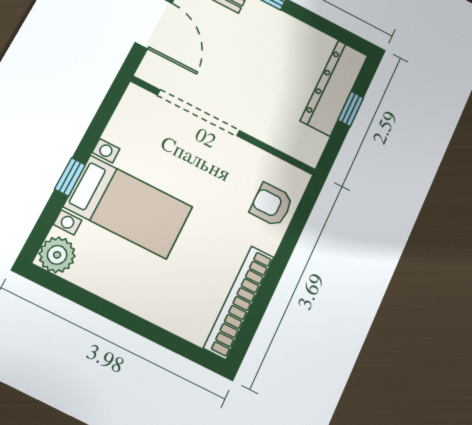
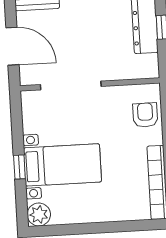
armchair: (272, 205) -> (145, 115), turned 90

